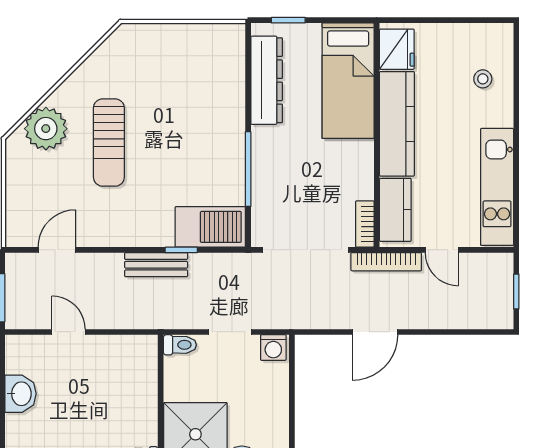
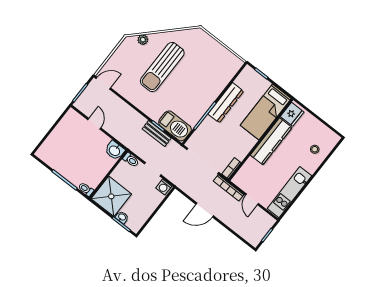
dresser: (267, 80) -> (226, 103), moved
plant: (46, 129) -> (143, 40), width x0.53, depth x0.53
sun lounger: (109, 143) -> (162, 67), width x1.36, depth x1.34
kitchen counter: (395, 210) -> (246, 172), removed
door: (57, 250) -> (103, 83), moved
bench: (156, 265) -> (157, 133), moved
washbasin: (20, 394) -> (115, 150), moved, turned 90

